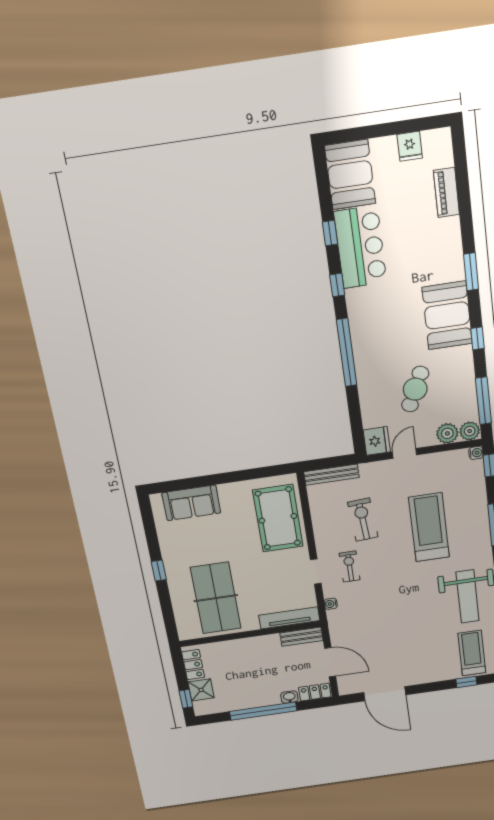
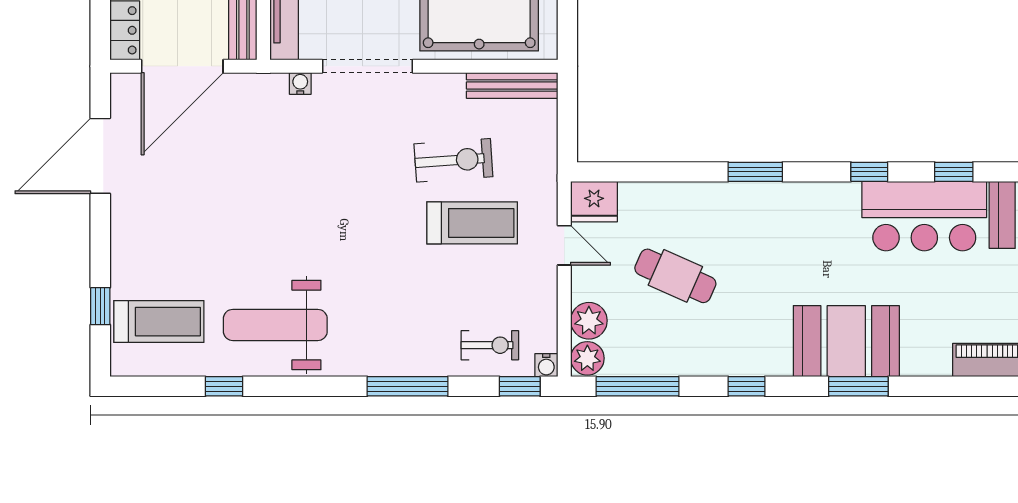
booth: (447, 315) -> (846, 341), moved
window: (347, 353) -> (755, 172), width x0.47
bench: (332, 475) -> (512, 85), moved, turned 90
treadmill: (429, 527) -> (472, 223), moved, width x0.73, depth x0.73
exercise bike: (350, 566) -> (490, 345), moved
doorway: (316, 572) -> (367, 66), width x1.87
door: (330, 662) -> (182, 66), width x1.36

